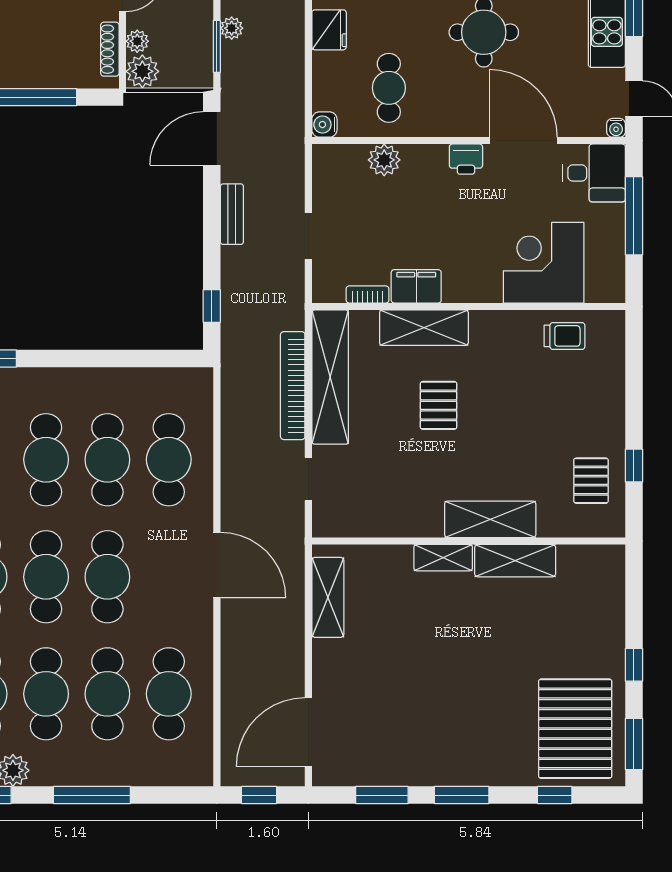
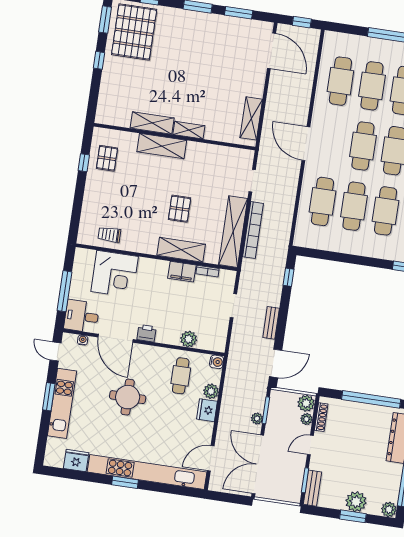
plant: (327, 67) -> (211, 391), added
water cooler: (616, 128) -> (83, 340), moved
door: (308, 732) -> (272, 51), hinge flipped

